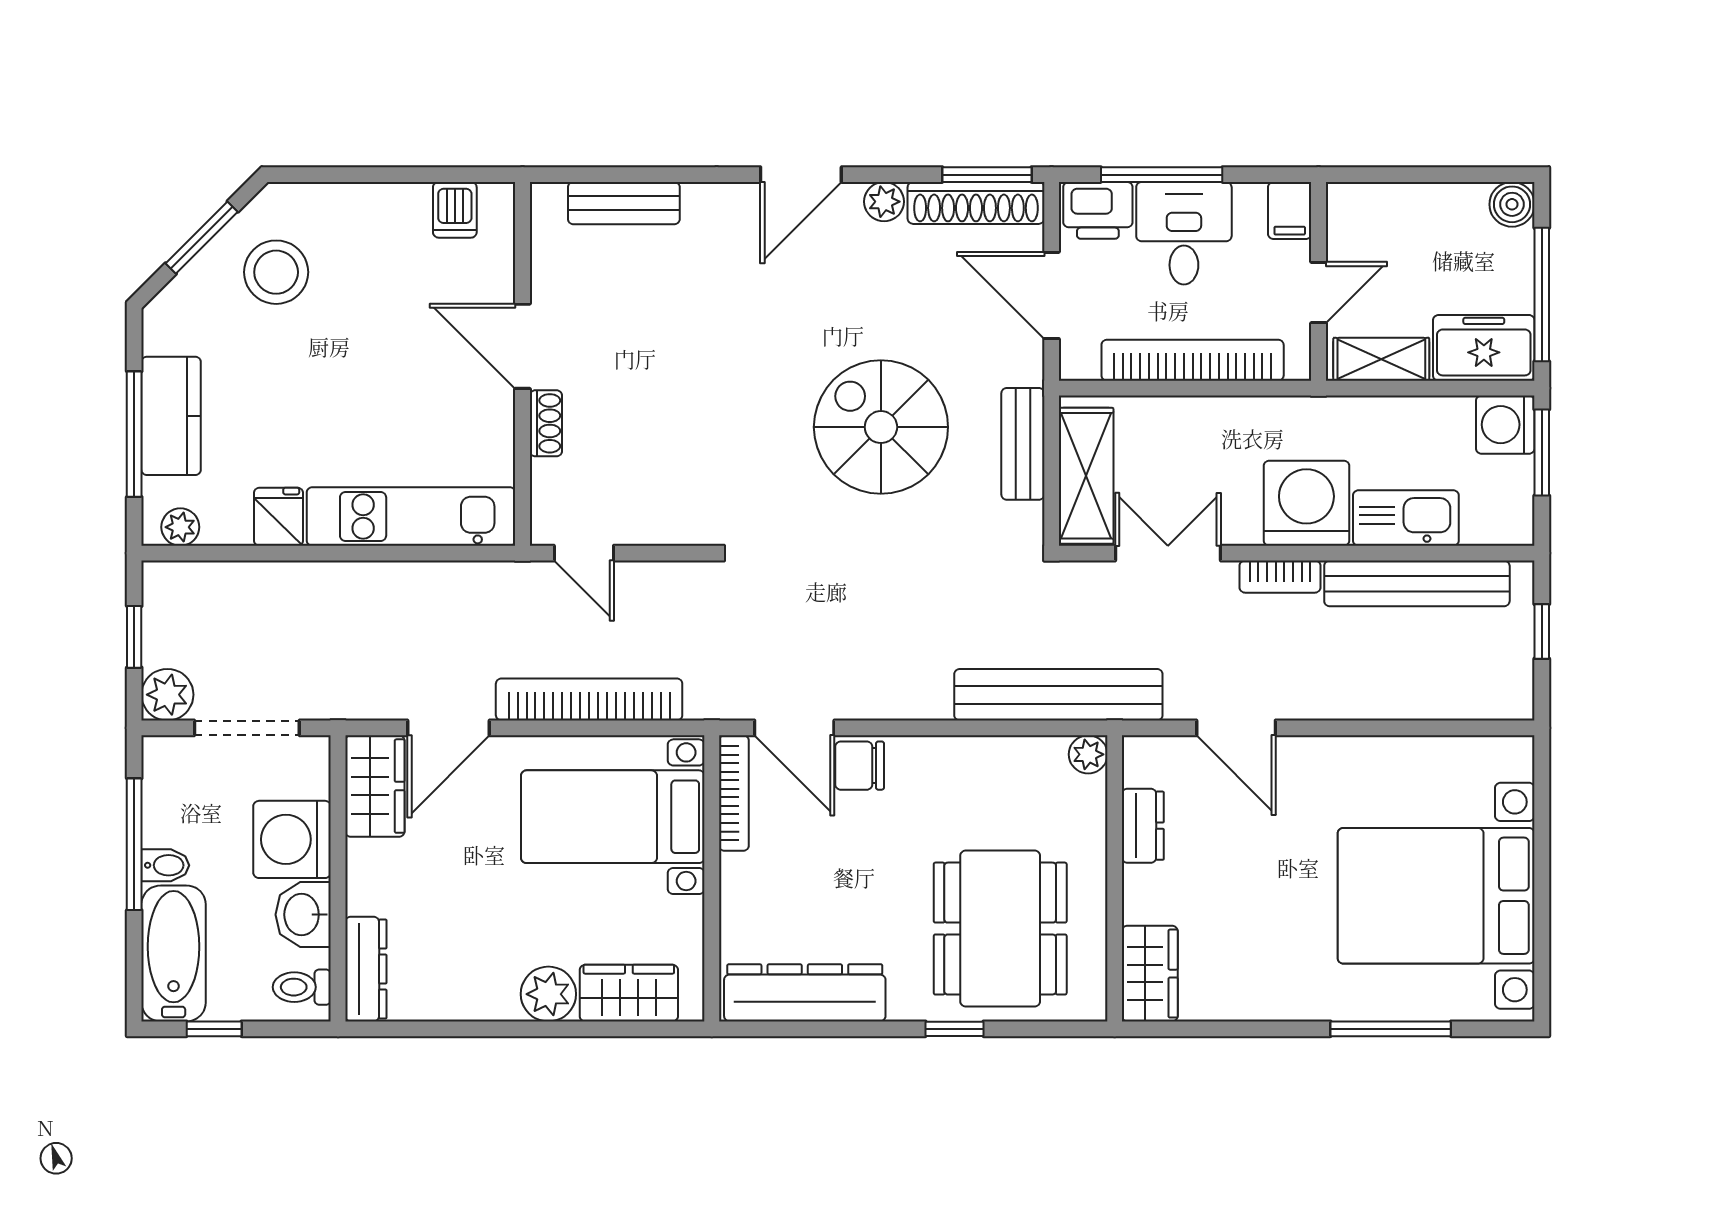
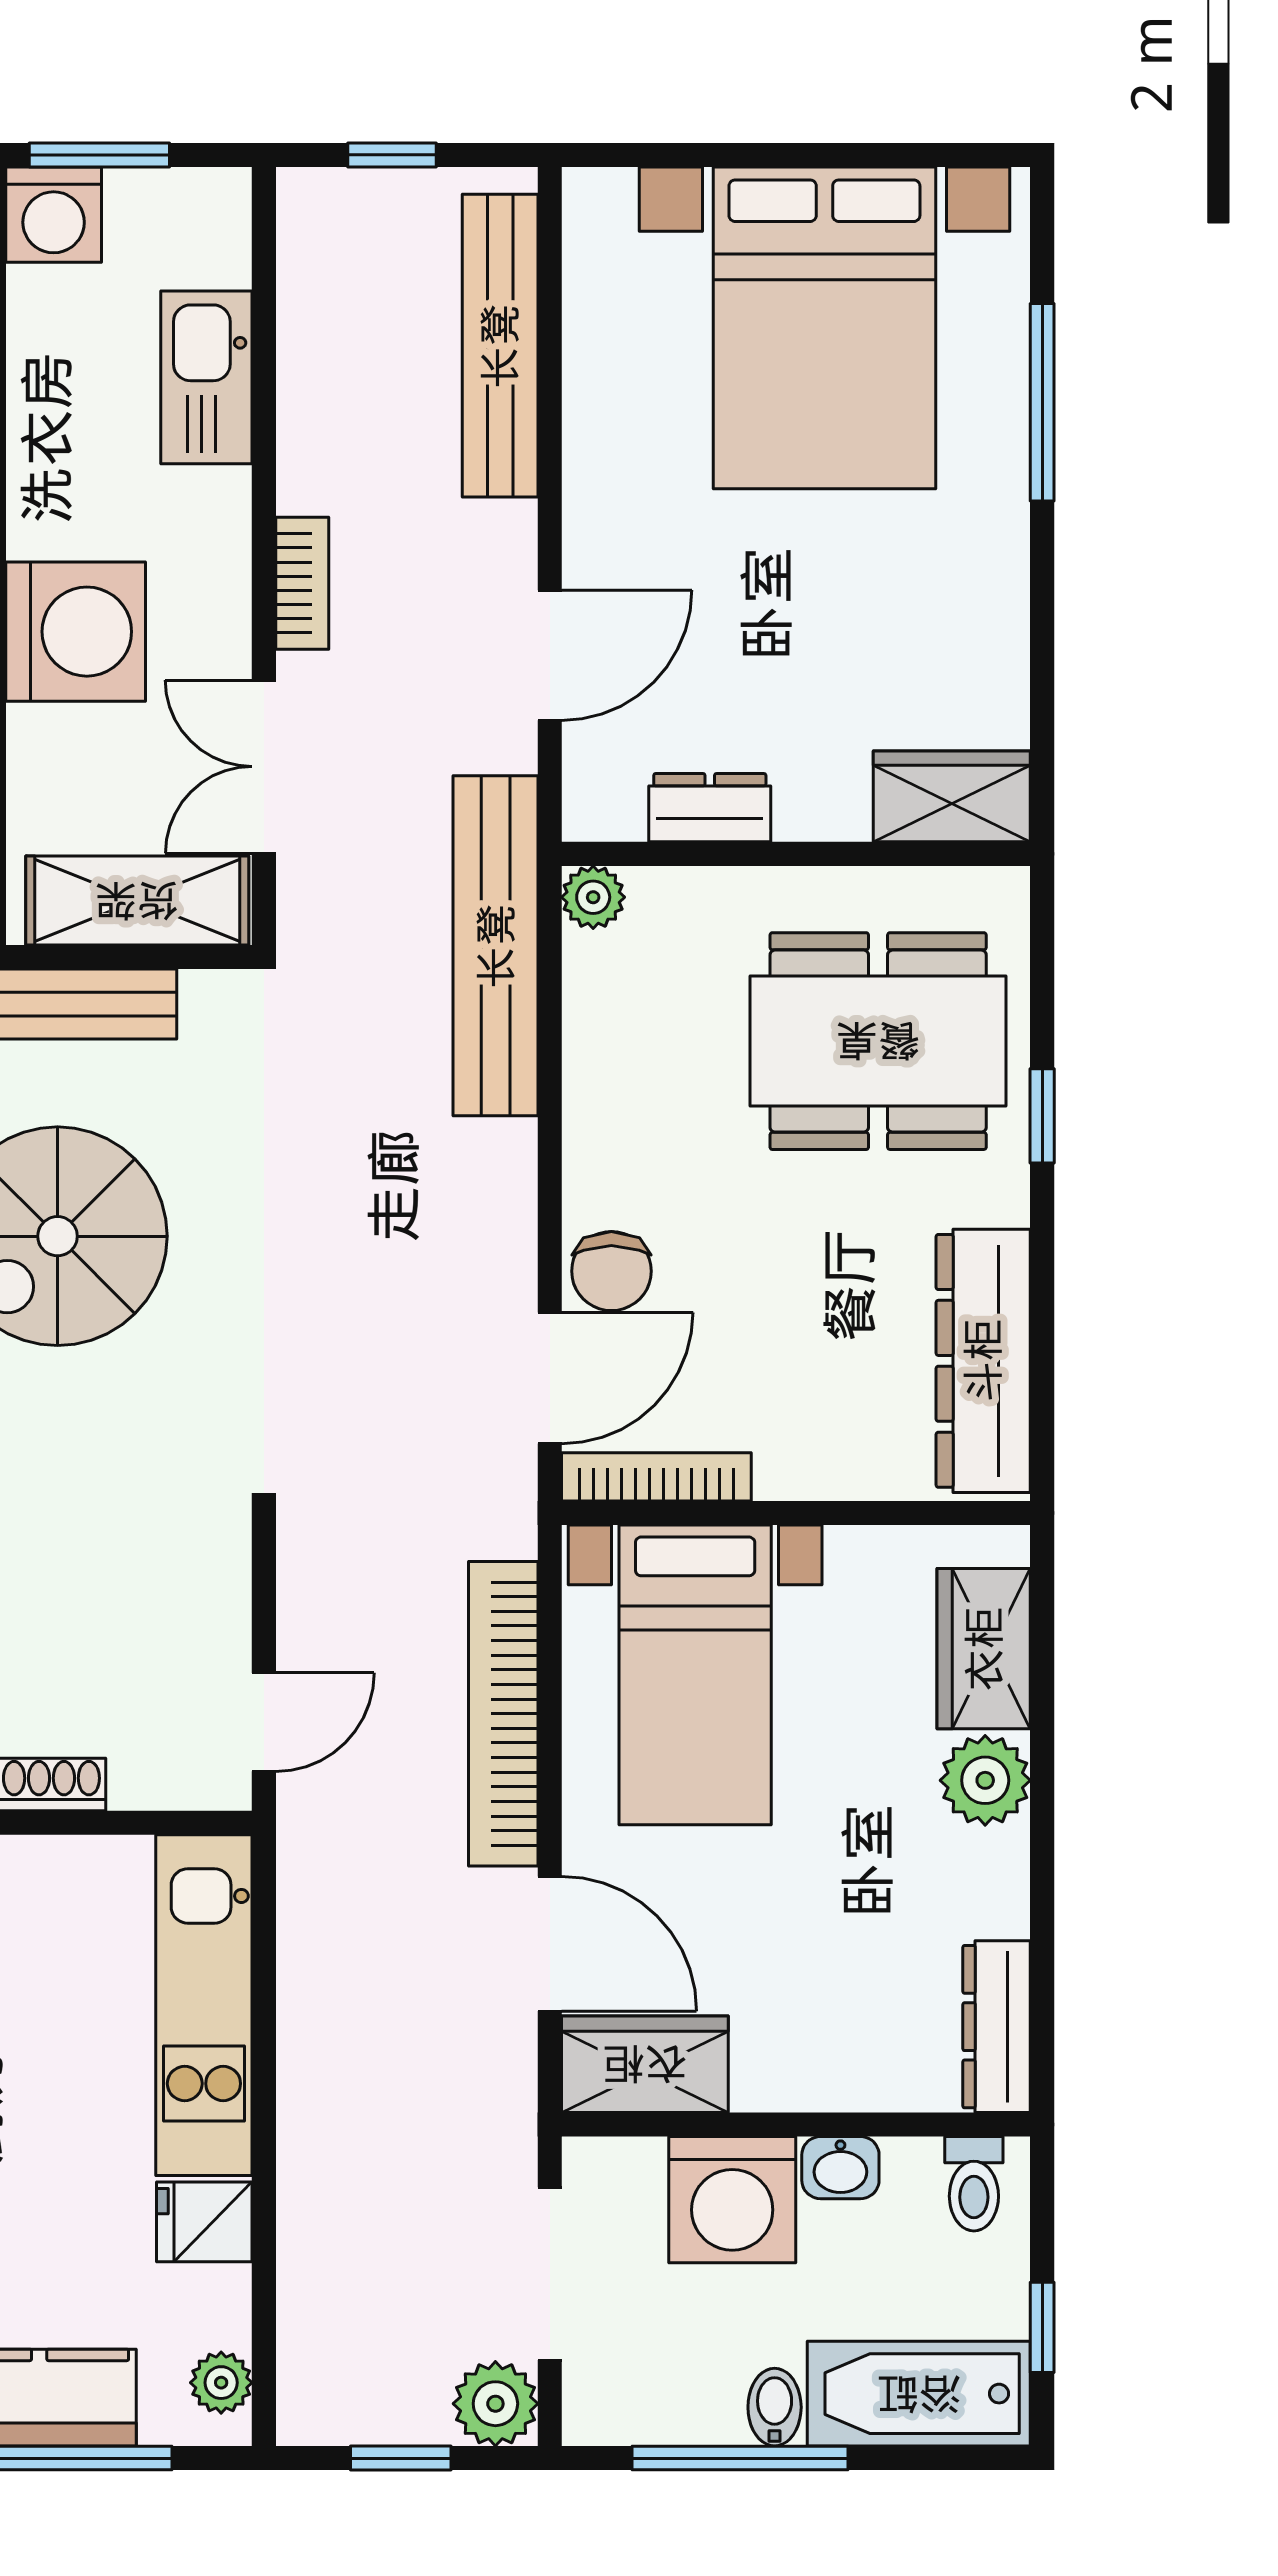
washing machine: (1306, 503) -> (76, 632), moved, turned 180
bench: (1417, 583) -> (500, 346), moved
washbasin: (303, 915) -> (840, 2168), width x0.72, depth x0.69
dresser: (366, 969) -> (997, 2027), moved, turned -90

